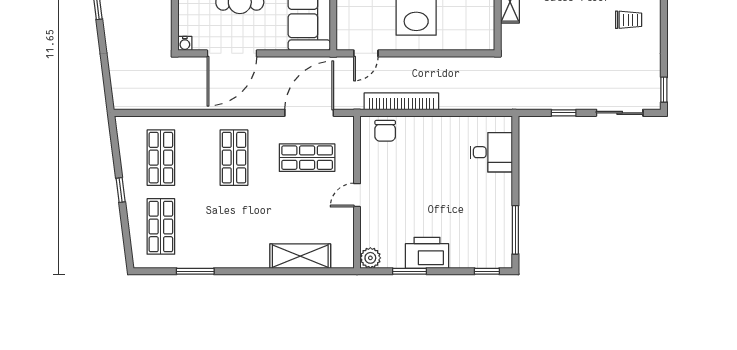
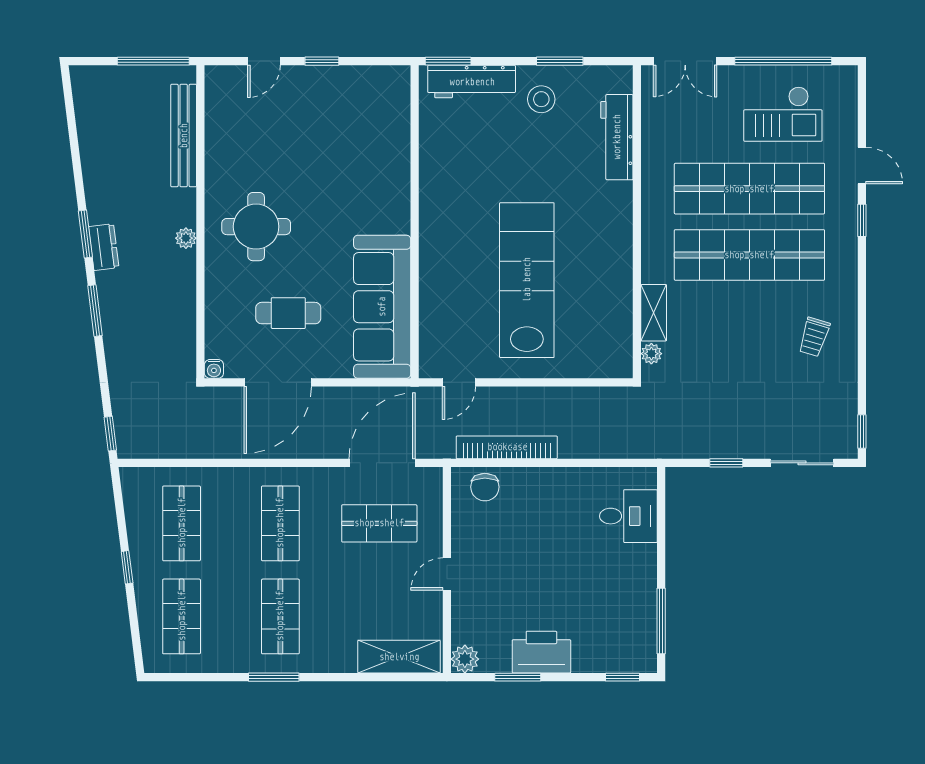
trolley: (629, 20) -> (814, 337), turned 107
plant: (508, 32) -> (651, 354), added
window: (108, 91) -> (110, 434), added
shop shelf: (234, 226) -> (280, 616), added
shelving: (300, 256) -> (399, 657), moved
window: (195, 271) -> (274, 677), moved

